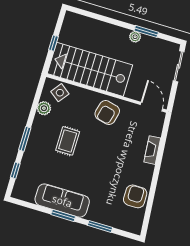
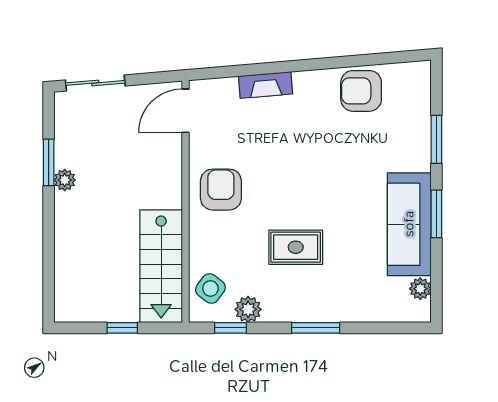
stairs: (90, 69) -> (161, 266), width x0.73, depth x0.66
armchair: (107, 113) -> (221, 190), turned -104
window: (15, 170) -> (230, 328), moved
plant: (29, 196) -> (420, 289), added

